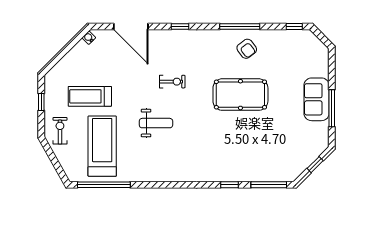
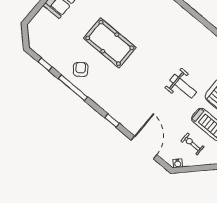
window: (294, 26) -> (45, 64), moved
exercise bike: (172, 82) -> (192, 144), moved
weight bench: (156, 123) -> (183, 86), moved, turned 180

